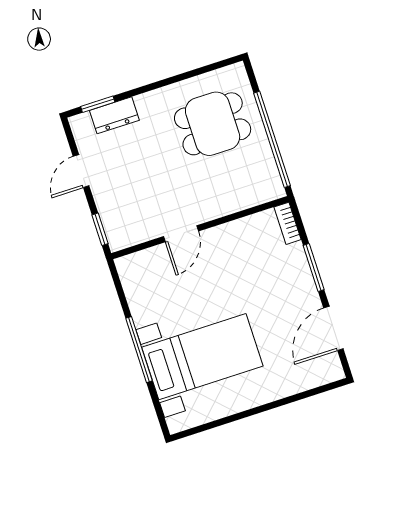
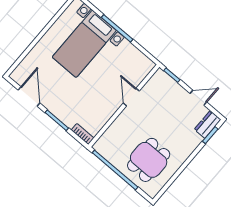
dresser: (114, 115) -> (208, 125), moved
door: (81, 171) -> (198, 98), hinge flipped

